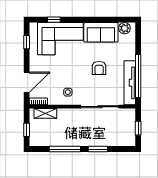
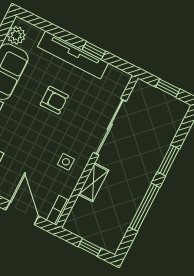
window: (138, 76) -> (94, 50), width x0.32
tv unit: (130, 83) -> (73, 55), moved
shelving: (45, 113) -> (94, 182), moved

